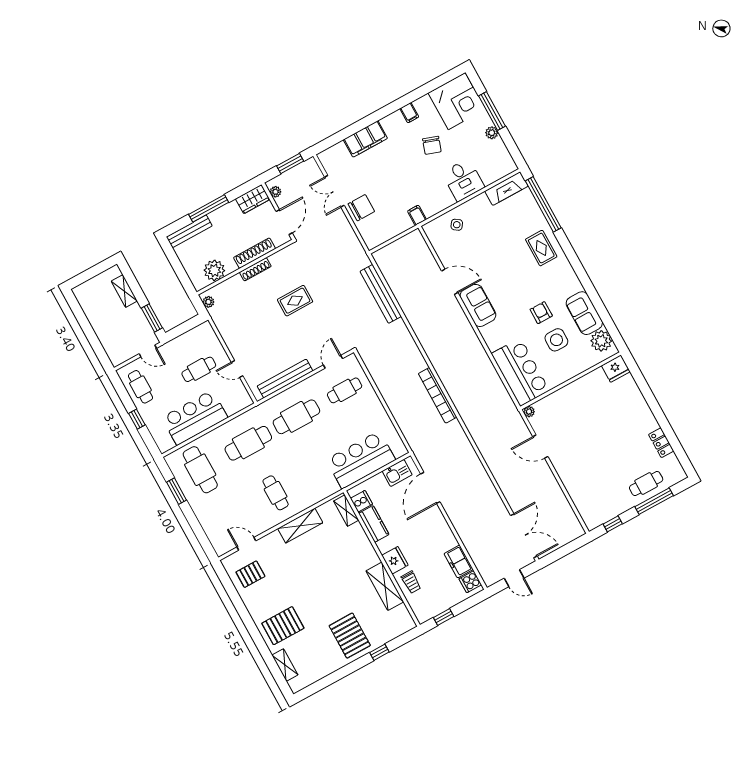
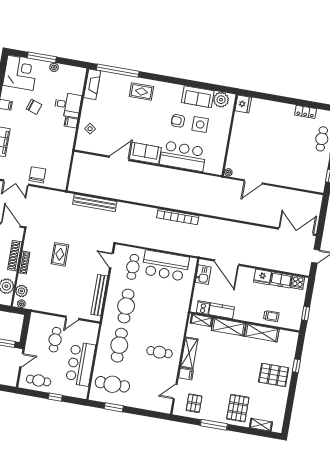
filing cabinet: (417, 215) -> (71, 123), moved
plant: (222, 291) -> (21, 291), added
bar counter: (520, 372) -> (183, 156), moved
bar counter: (361, 460) -> (165, 266), moved, turned -90
filing cabinet: (275, 540) -> (186, 374), added
shelving: (362, 545) -> (228, 327), added
fridge: (395, 560) -> (262, 277), moved, turned 180
window: (244, 614) -> (214, 425), added

